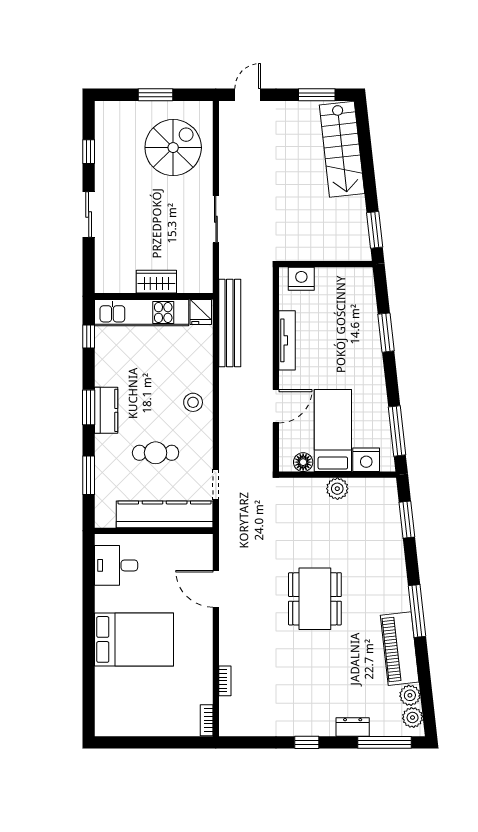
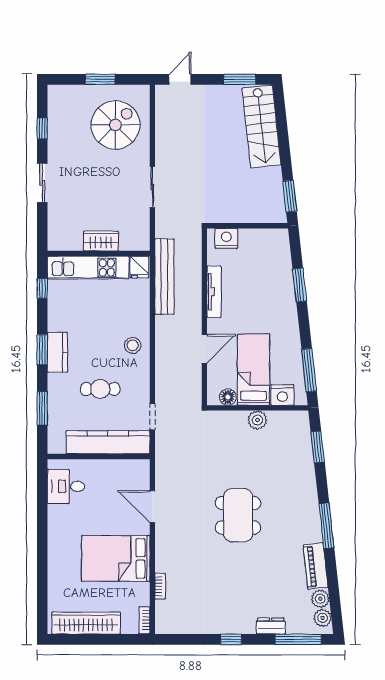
bed: (134, 639) -> (116, 558), moved, turned 180
piano: (400, 649) -> (316, 566), width x0.73, depth x0.75
wardrobe: (139, 724) -> (86, 623), added

